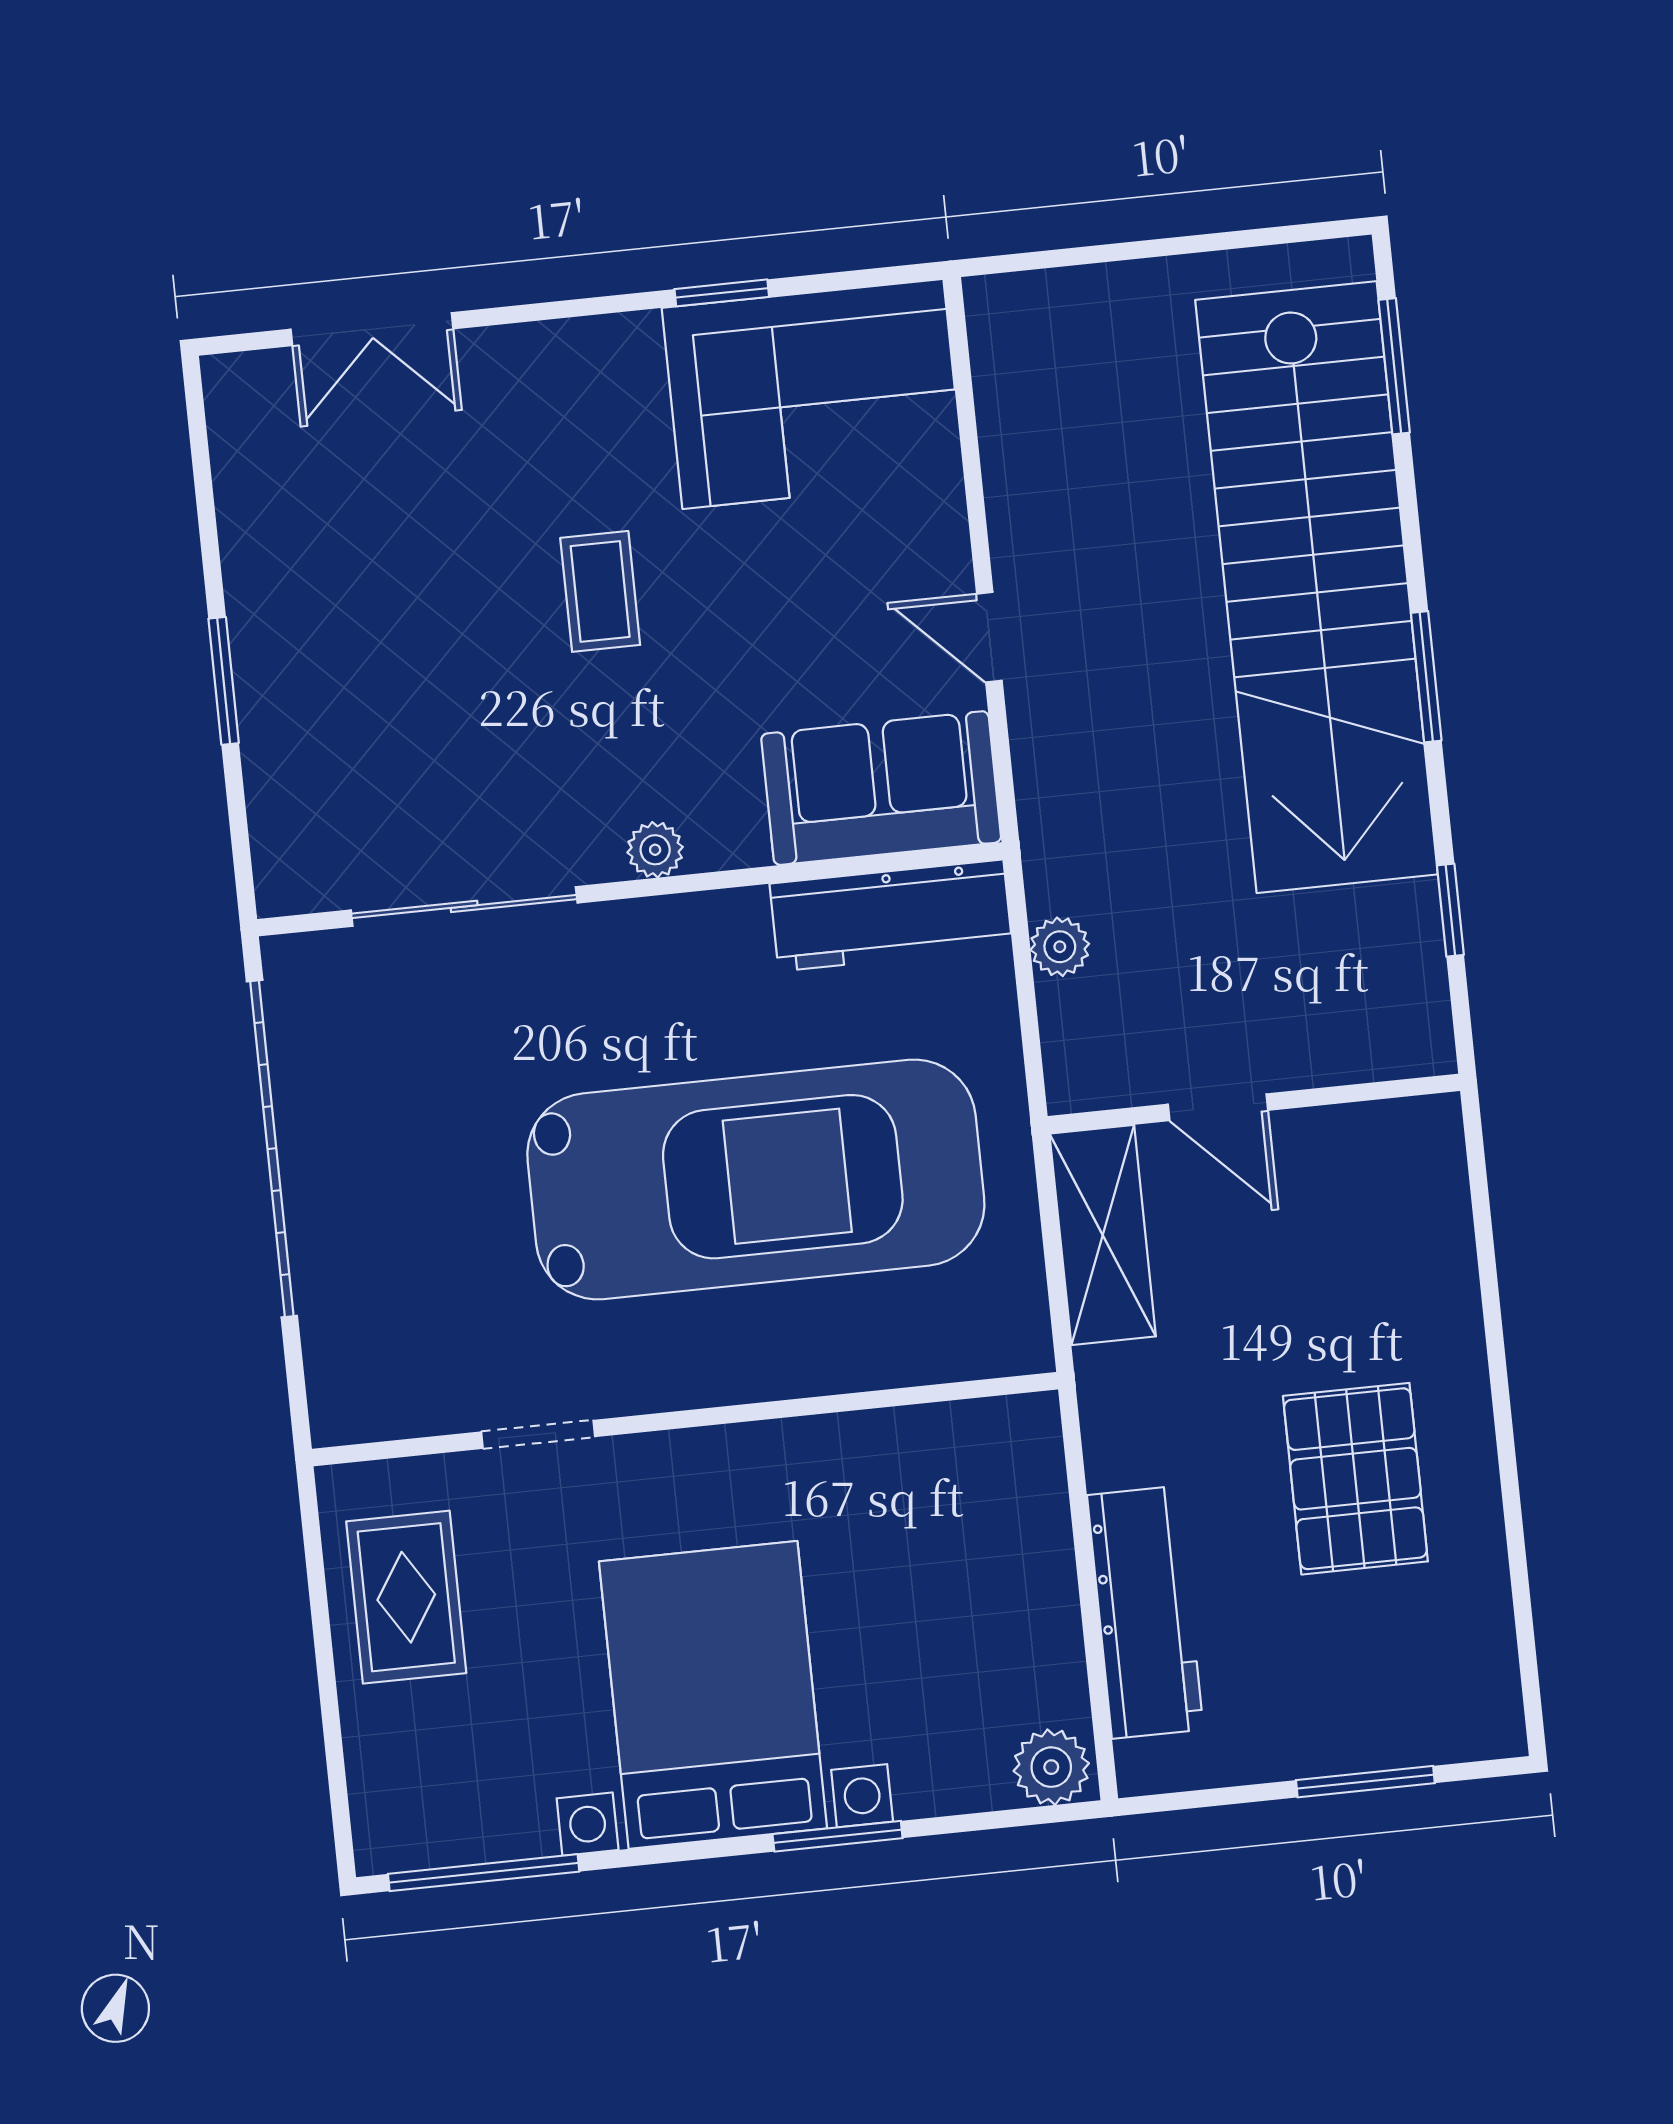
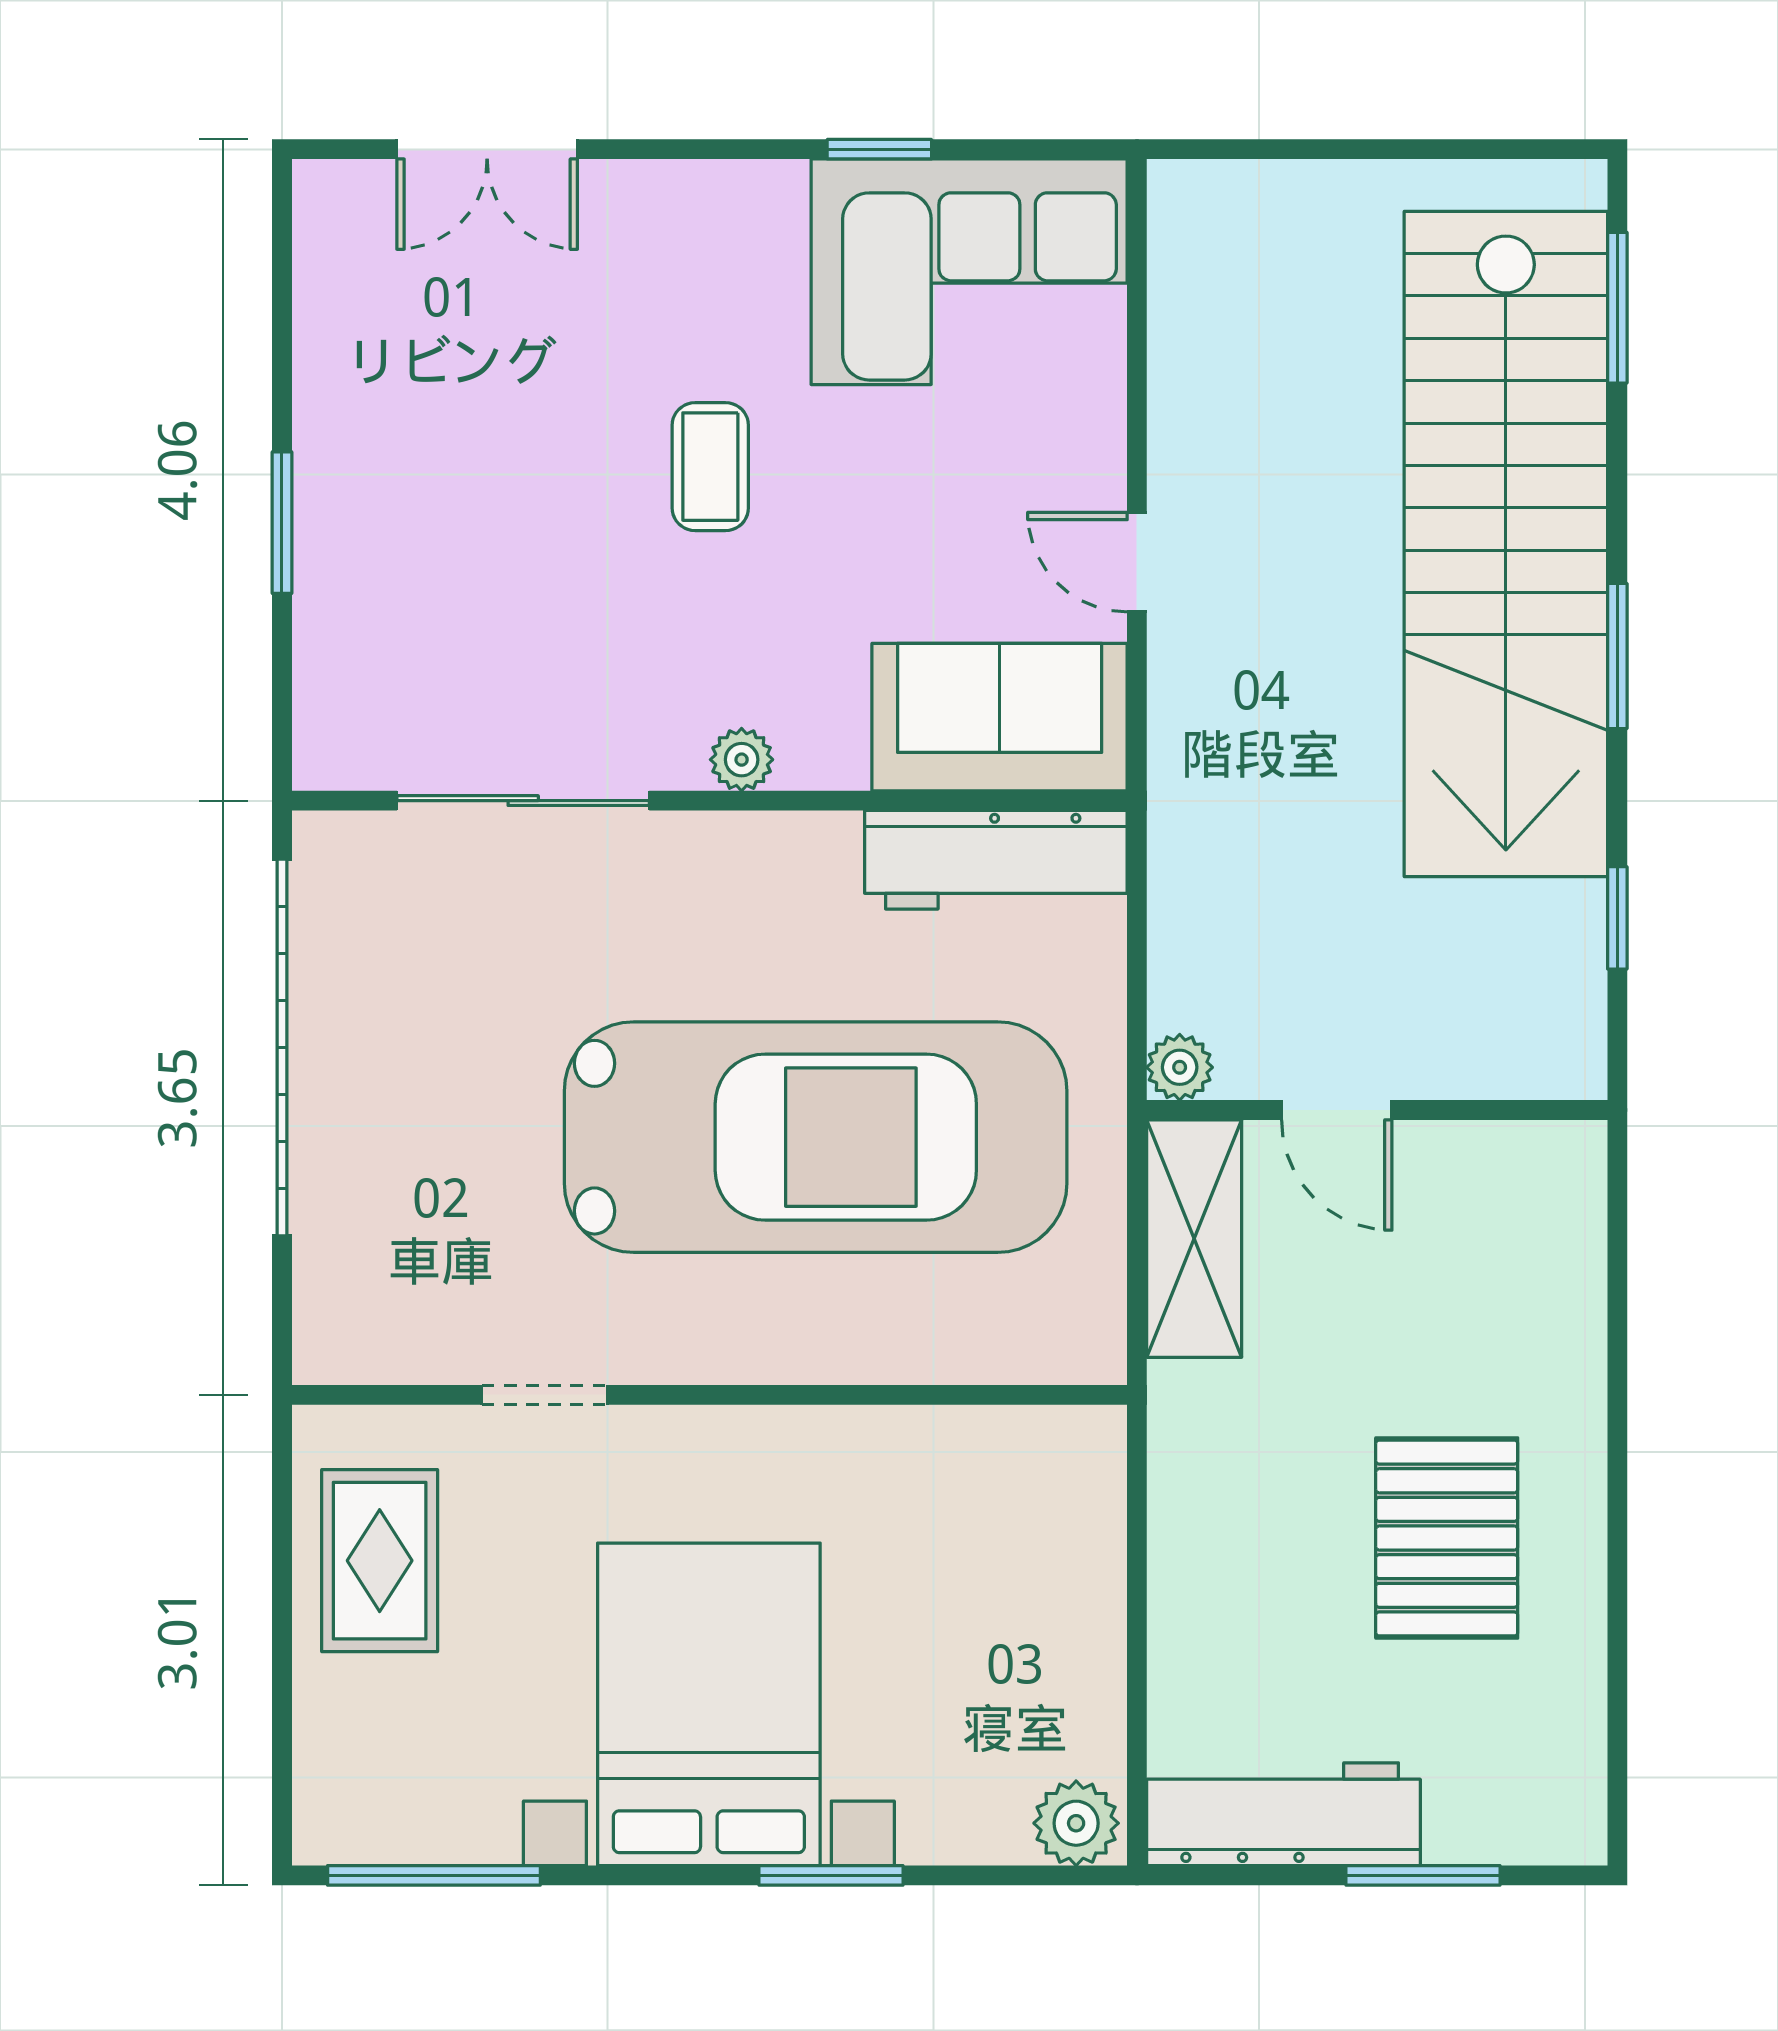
plant: (1060, 947) -> (1180, 1067), moved
workbench: (1145, 1612) -> (1283, 1814), moved, turned -90

